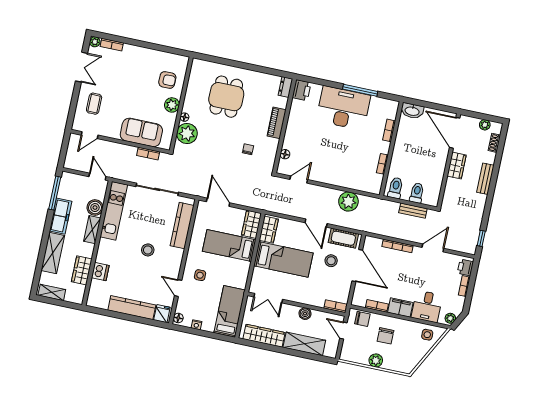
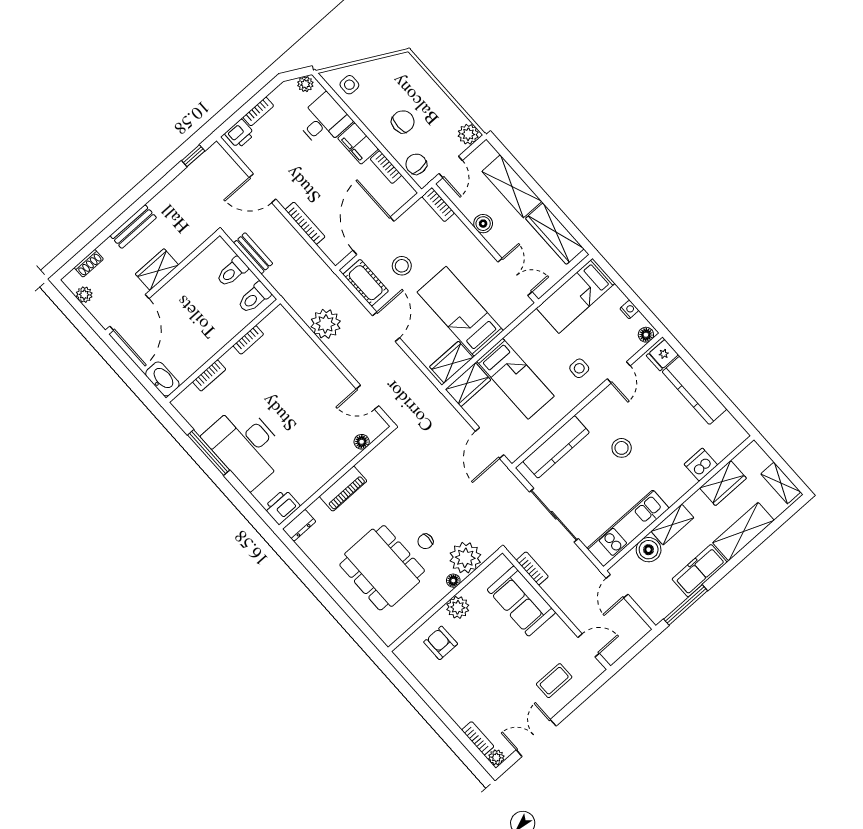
dining table: (226, 97) -> (382, 568), width x1.38
chair: (248, 149) -> (425, 541), moved
plant: (376, 360) -> (468, 134), moved

